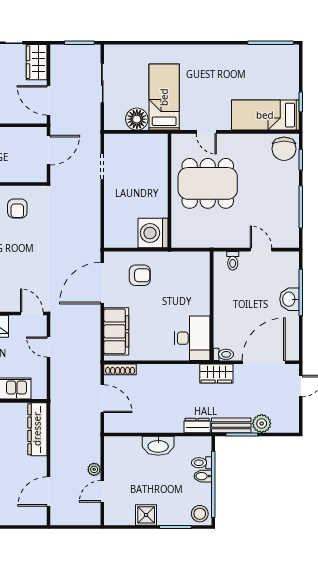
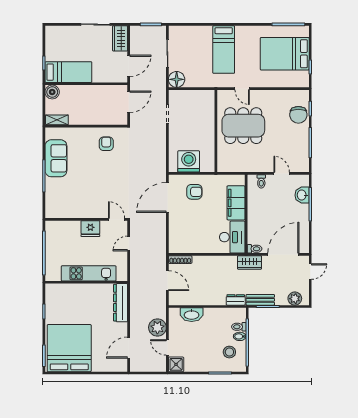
bed: (164, 97) -> (224, 50), moved, turned 180
door: (49, 100) -> (129, 66), swing flipped
bed: (265, 115) -> (285, 54), moved, width x1.50
floor lamp: (137, 119) -> (177, 79), moved
chair: (284, 149) -> (298, 115), moved
armchair: (17, 209) -> (106, 144), turned 180
washing machine: (153, 233) -> (189, 161), moved, turned 90
washbasin: (289, 299) -> (302, 195), moved
filing cabinet: (116, 331) -> (236, 203), moved, turned 180
door: (49, 347) -> (129, 244), hinge flipped
plant: (262, 424) -> (295, 299), moved
washbasin: (158, 446) -> (192, 315), moved
plant: (94, 469) -> (157, 327), width x1.87, depth x1.87
door: (102, 491) -> (167, 347), hinge flipped
stool: (200, 514) -> (229, 352), moved
shower: (146, 515) -> (176, 364), moved

